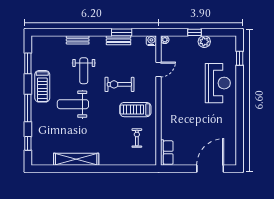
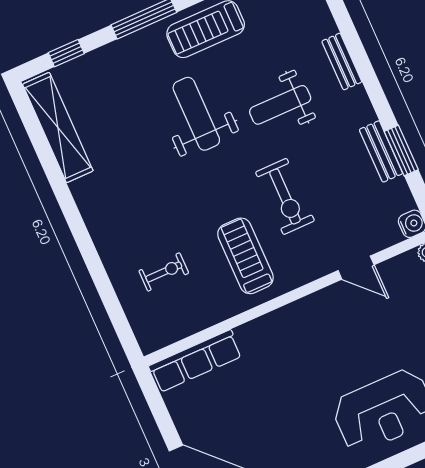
exercise bike: (119, 84) -> (285, 196), turned 180
exercise bike: (137, 138) -> (164, 272), moved
row of seats: (167, 153) -> (195, 361), width x1.48
shelving: (76, 159) -> (58, 127), moved

